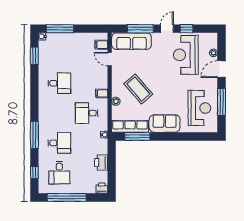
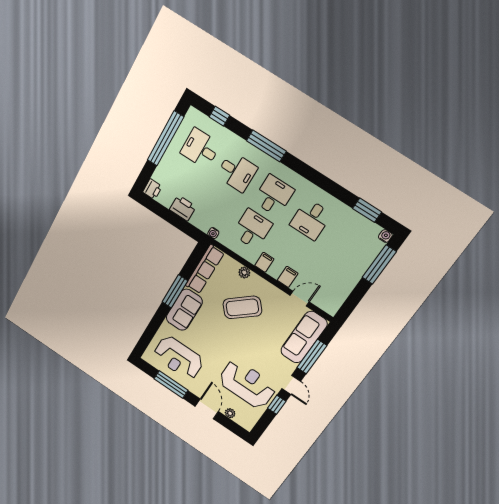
filing cabinet: (101, 45) -> (288, 277), moved
desk: (59, 113) -> (274, 195), added
window: (137, 136) -> (175, 291), moved
desk: (59, 143) -> (237, 172), turned -90

